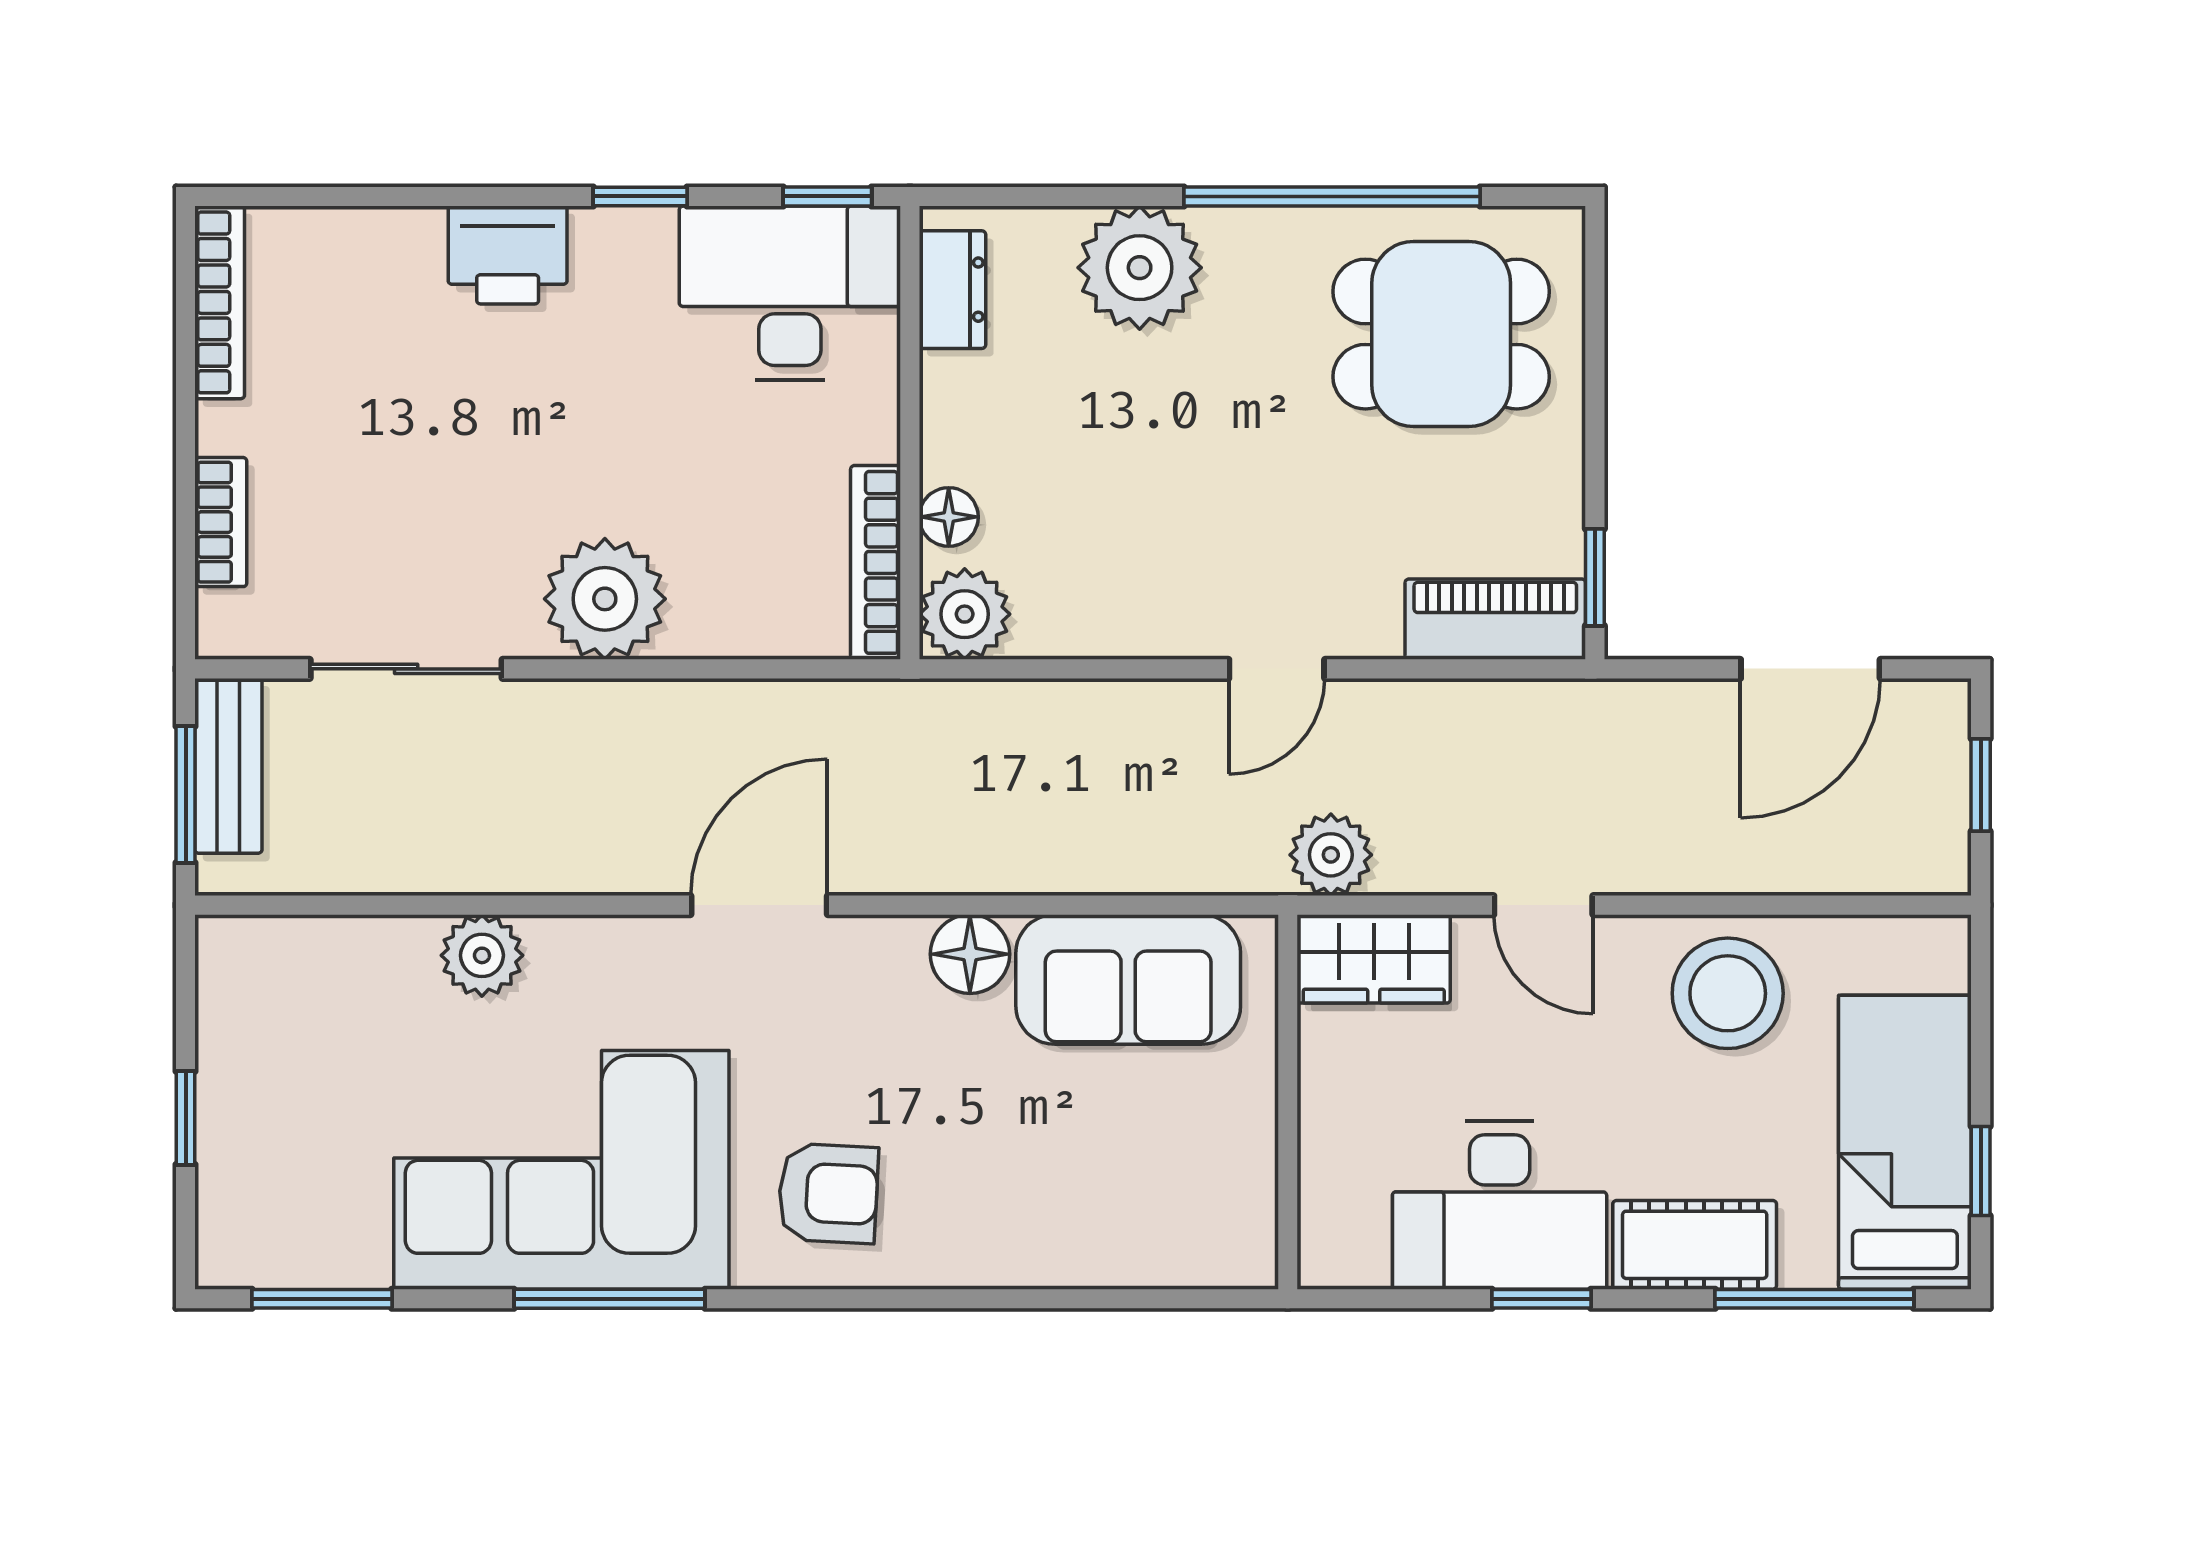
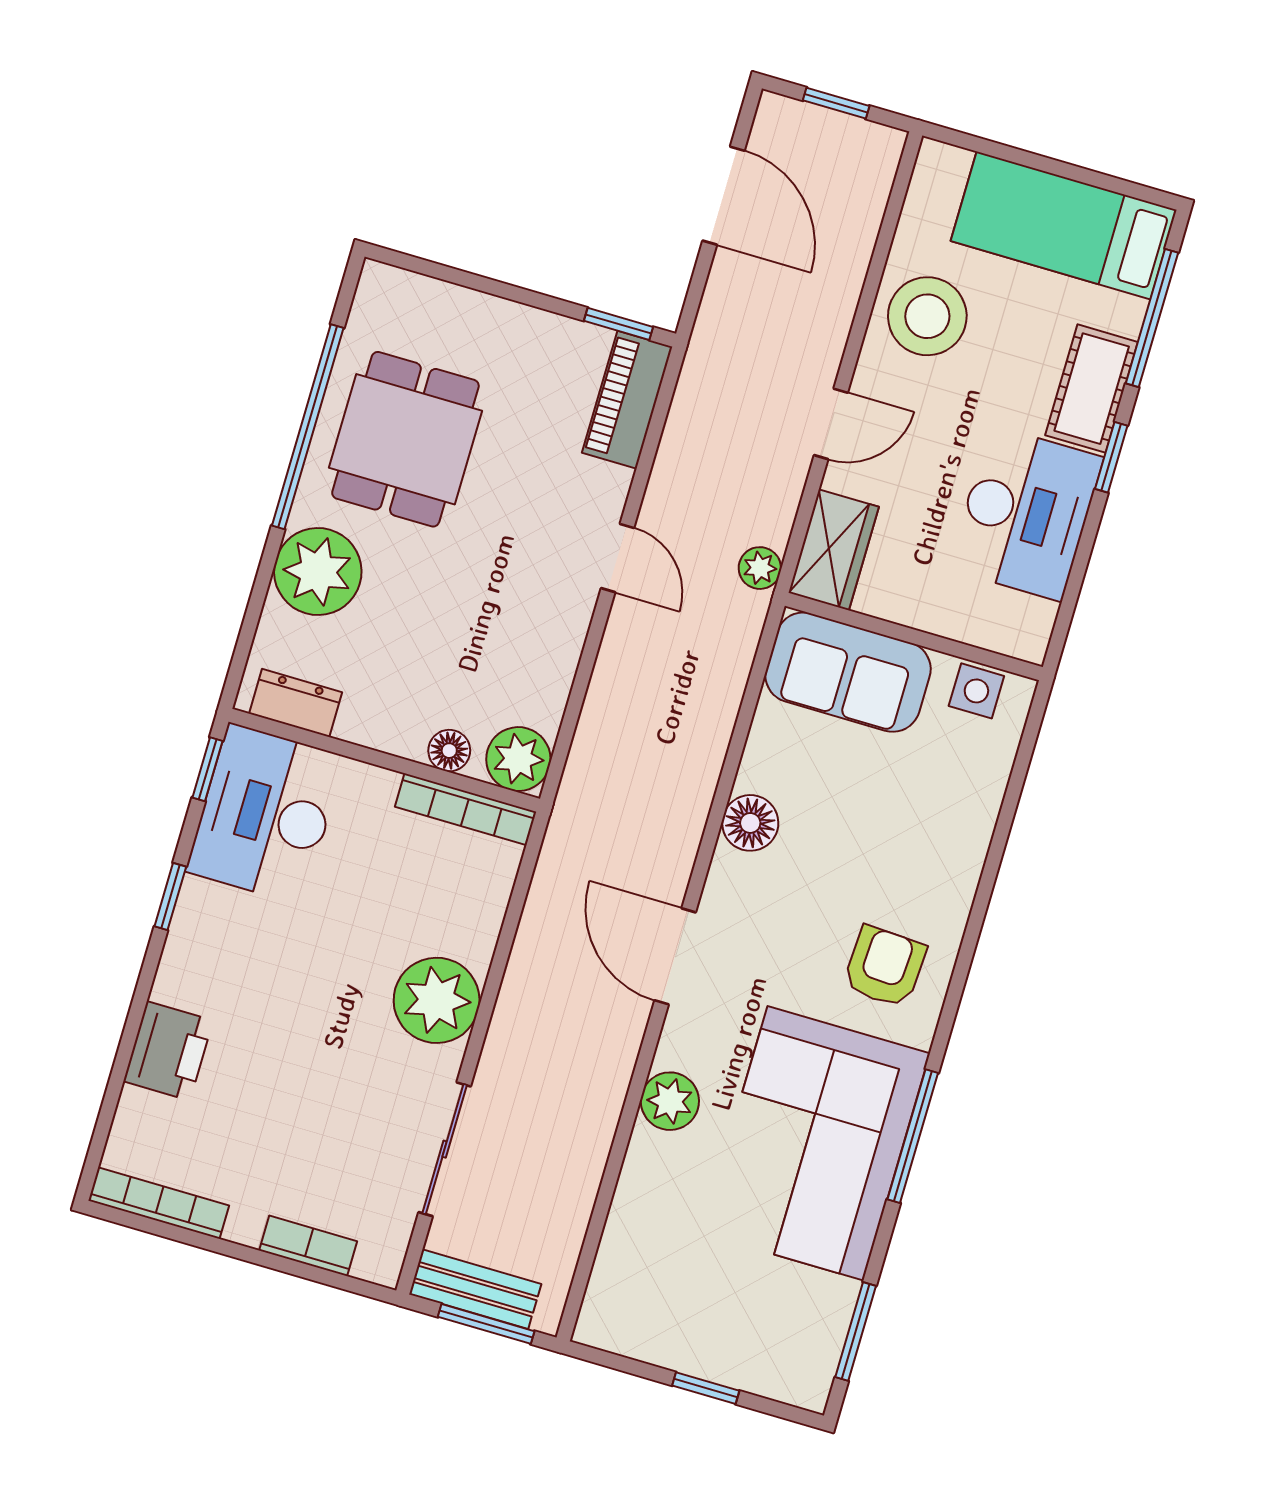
printer: (508, 255) -> (168, 1051), moved
dining table: (1441, 334) -> (405, 439), moved
plant: (1331, 855) -> (760, 568), width x0.73, depth x0.73
plant: (482, 955) -> (670, 1101), moved
sofa: (1128, 979) -> (848, 672), moved, turned 90
window: (1981, 1171) -> (1098, 180), removed
side table: (1239, 1209) -> (976, 691), added
window: (1541, 1299) -> (1111, 457), moved

